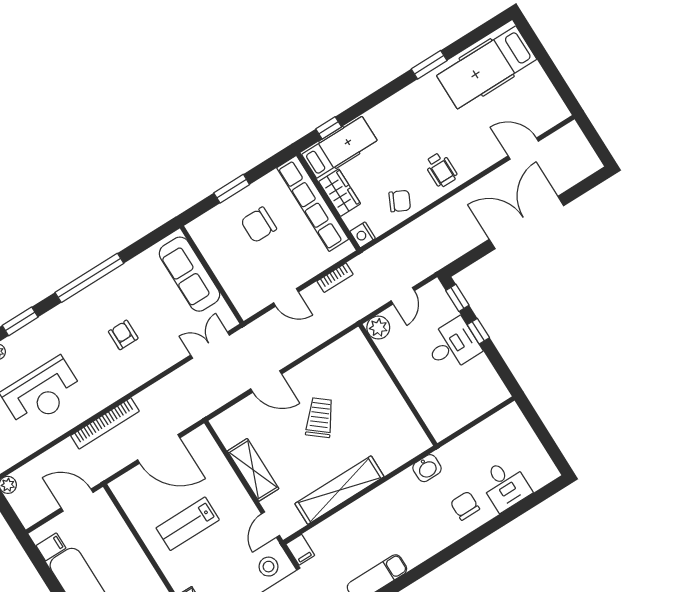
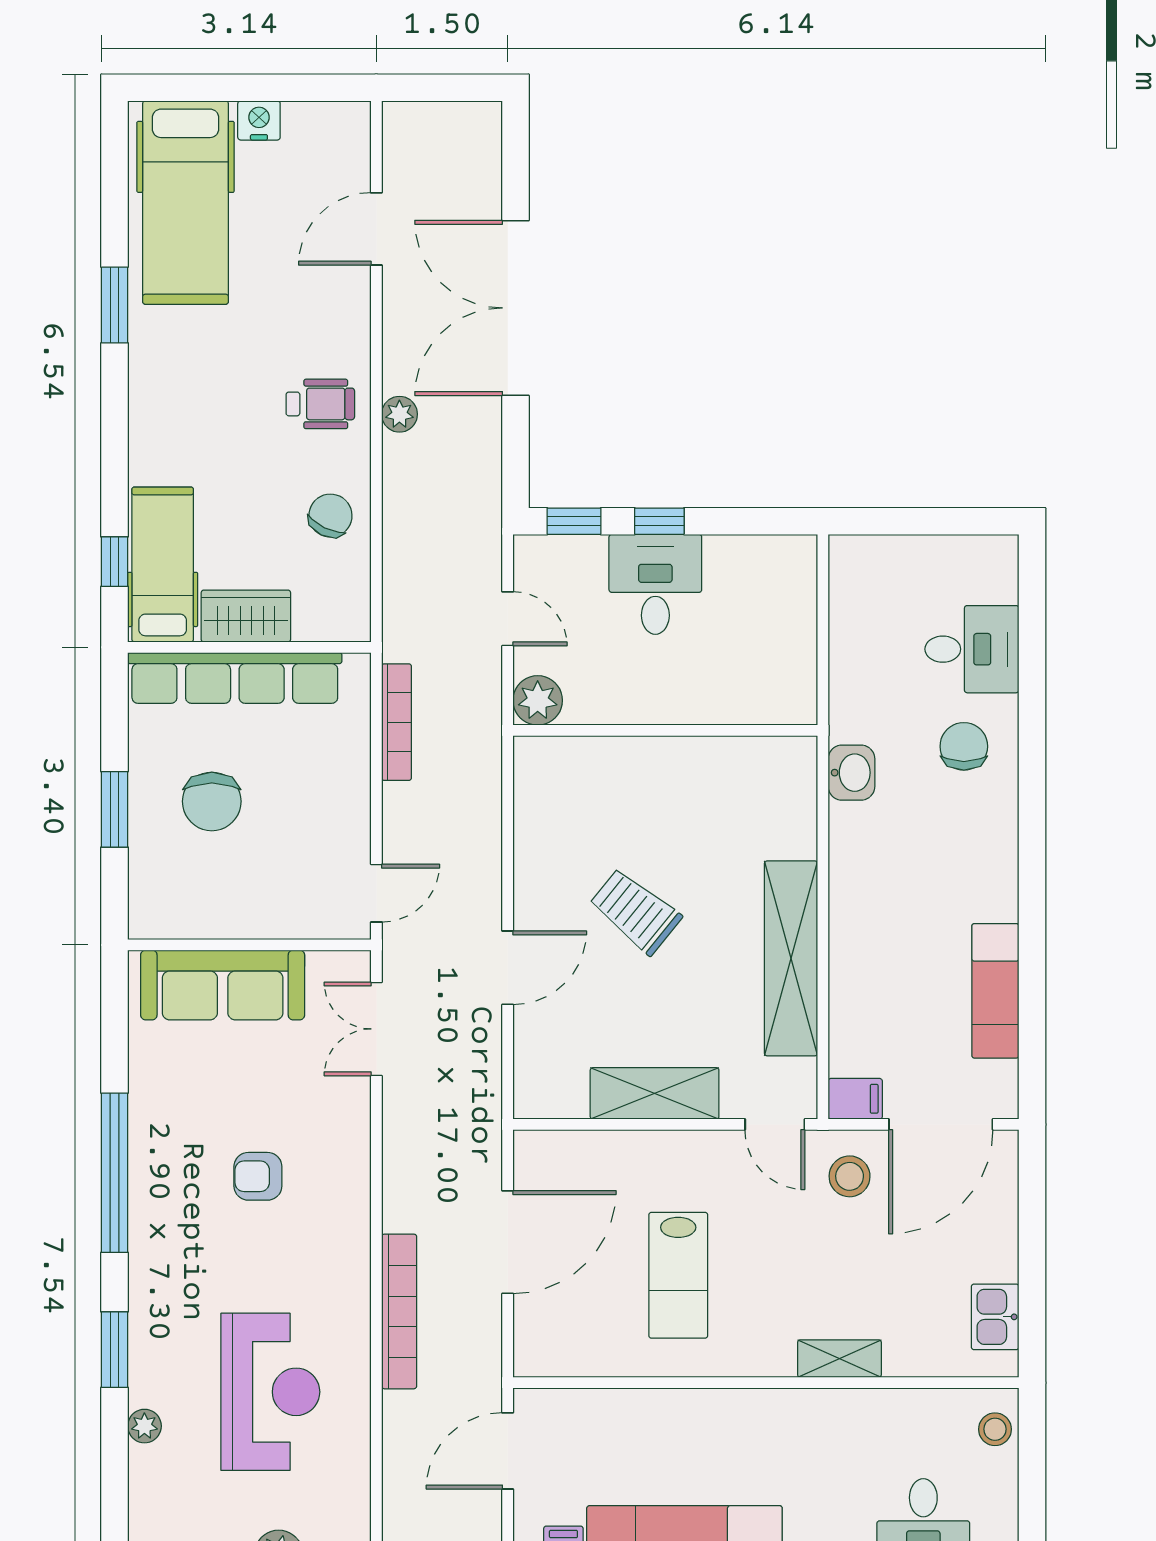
plant: (456, 203) -> (399, 414), added
nightstand: (363, 235) -> (259, 120), moved, turned 180
bookcase: (335, 278) -> (397, 722), width x1.56
door: (286, 297) -> (376, 893), moved
chair: (465, 506) -> (964, 746), turned 90

